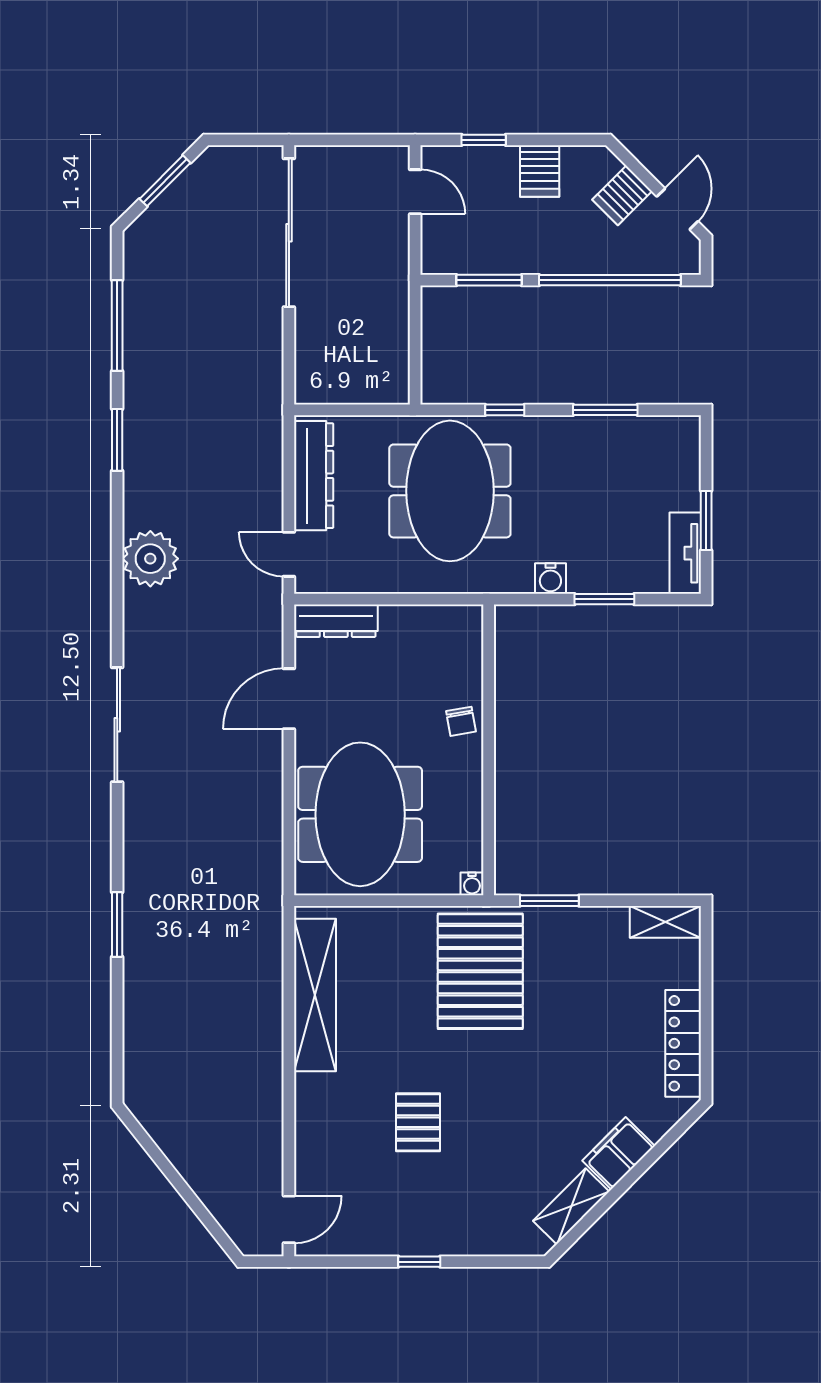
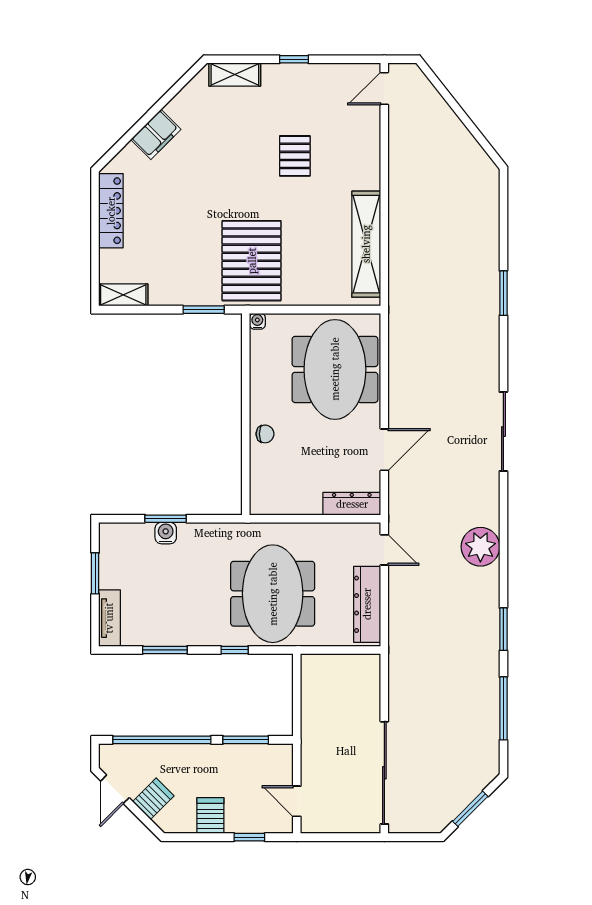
tv unit: (685, 553) -> (109, 618), moved
water cooler: (550, 578) -> (166, 533), moved
chair: (461, 721) -> (265, 434), turned 100
shelving: (571, 1206) -> (235, 75), moved, turned 45

